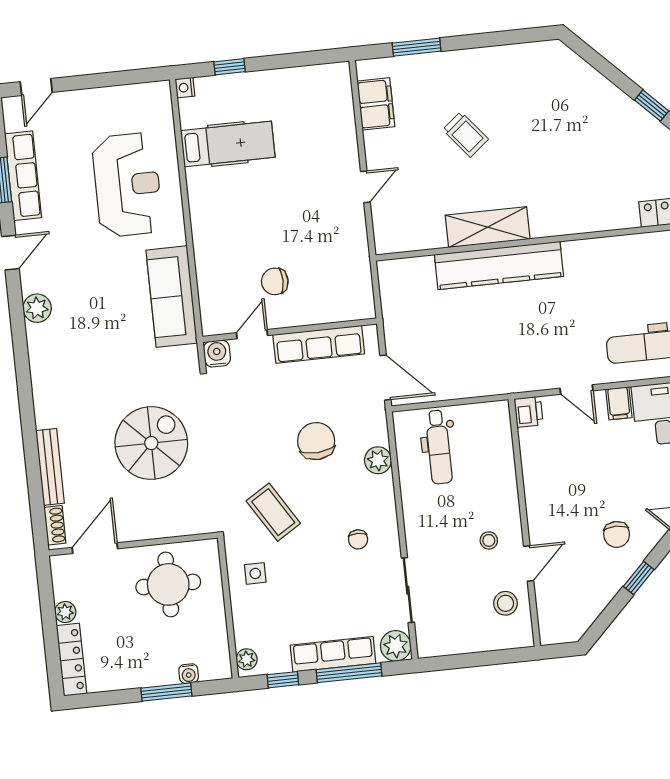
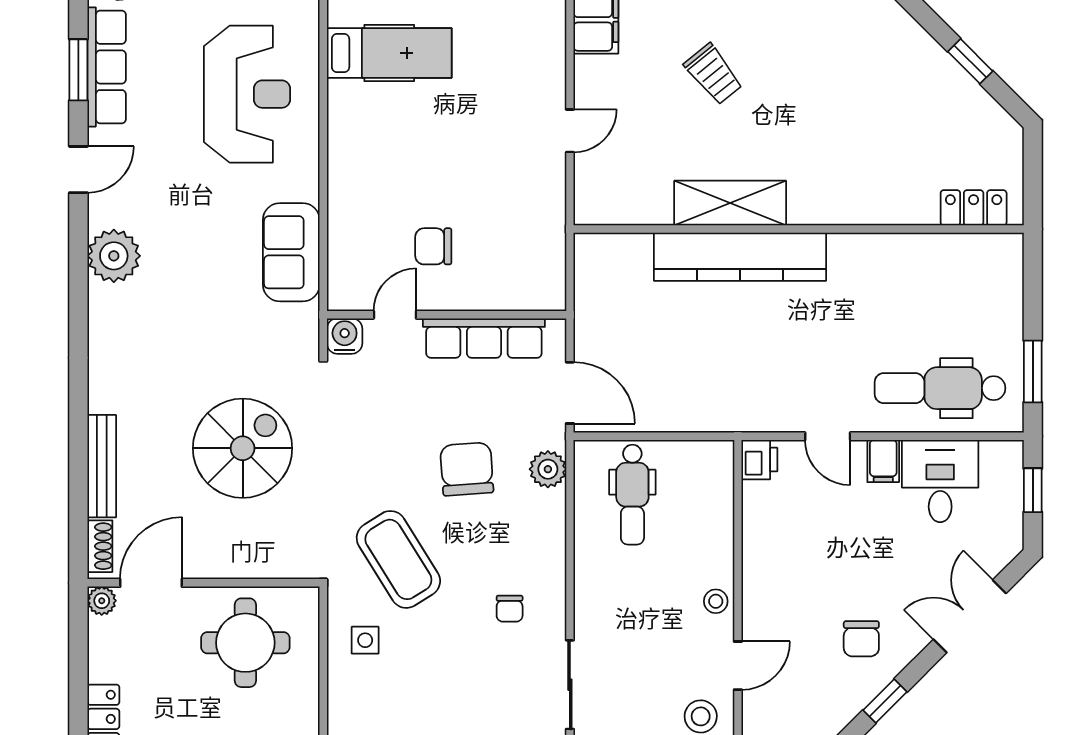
sofa: (172, 297) -> (291, 252), width x0.73
plant: (37, 308) -> (114, 256), width x1.36, depth x1.36
plant: (378, 460) -> (548, 469), moved
coffee table: (273, 512) -> (398, 559), width x1.36, depth x1.32
stool: (489, 540) -> (716, 601), moved
plant: (65, 612) -> (102, 601), moved

